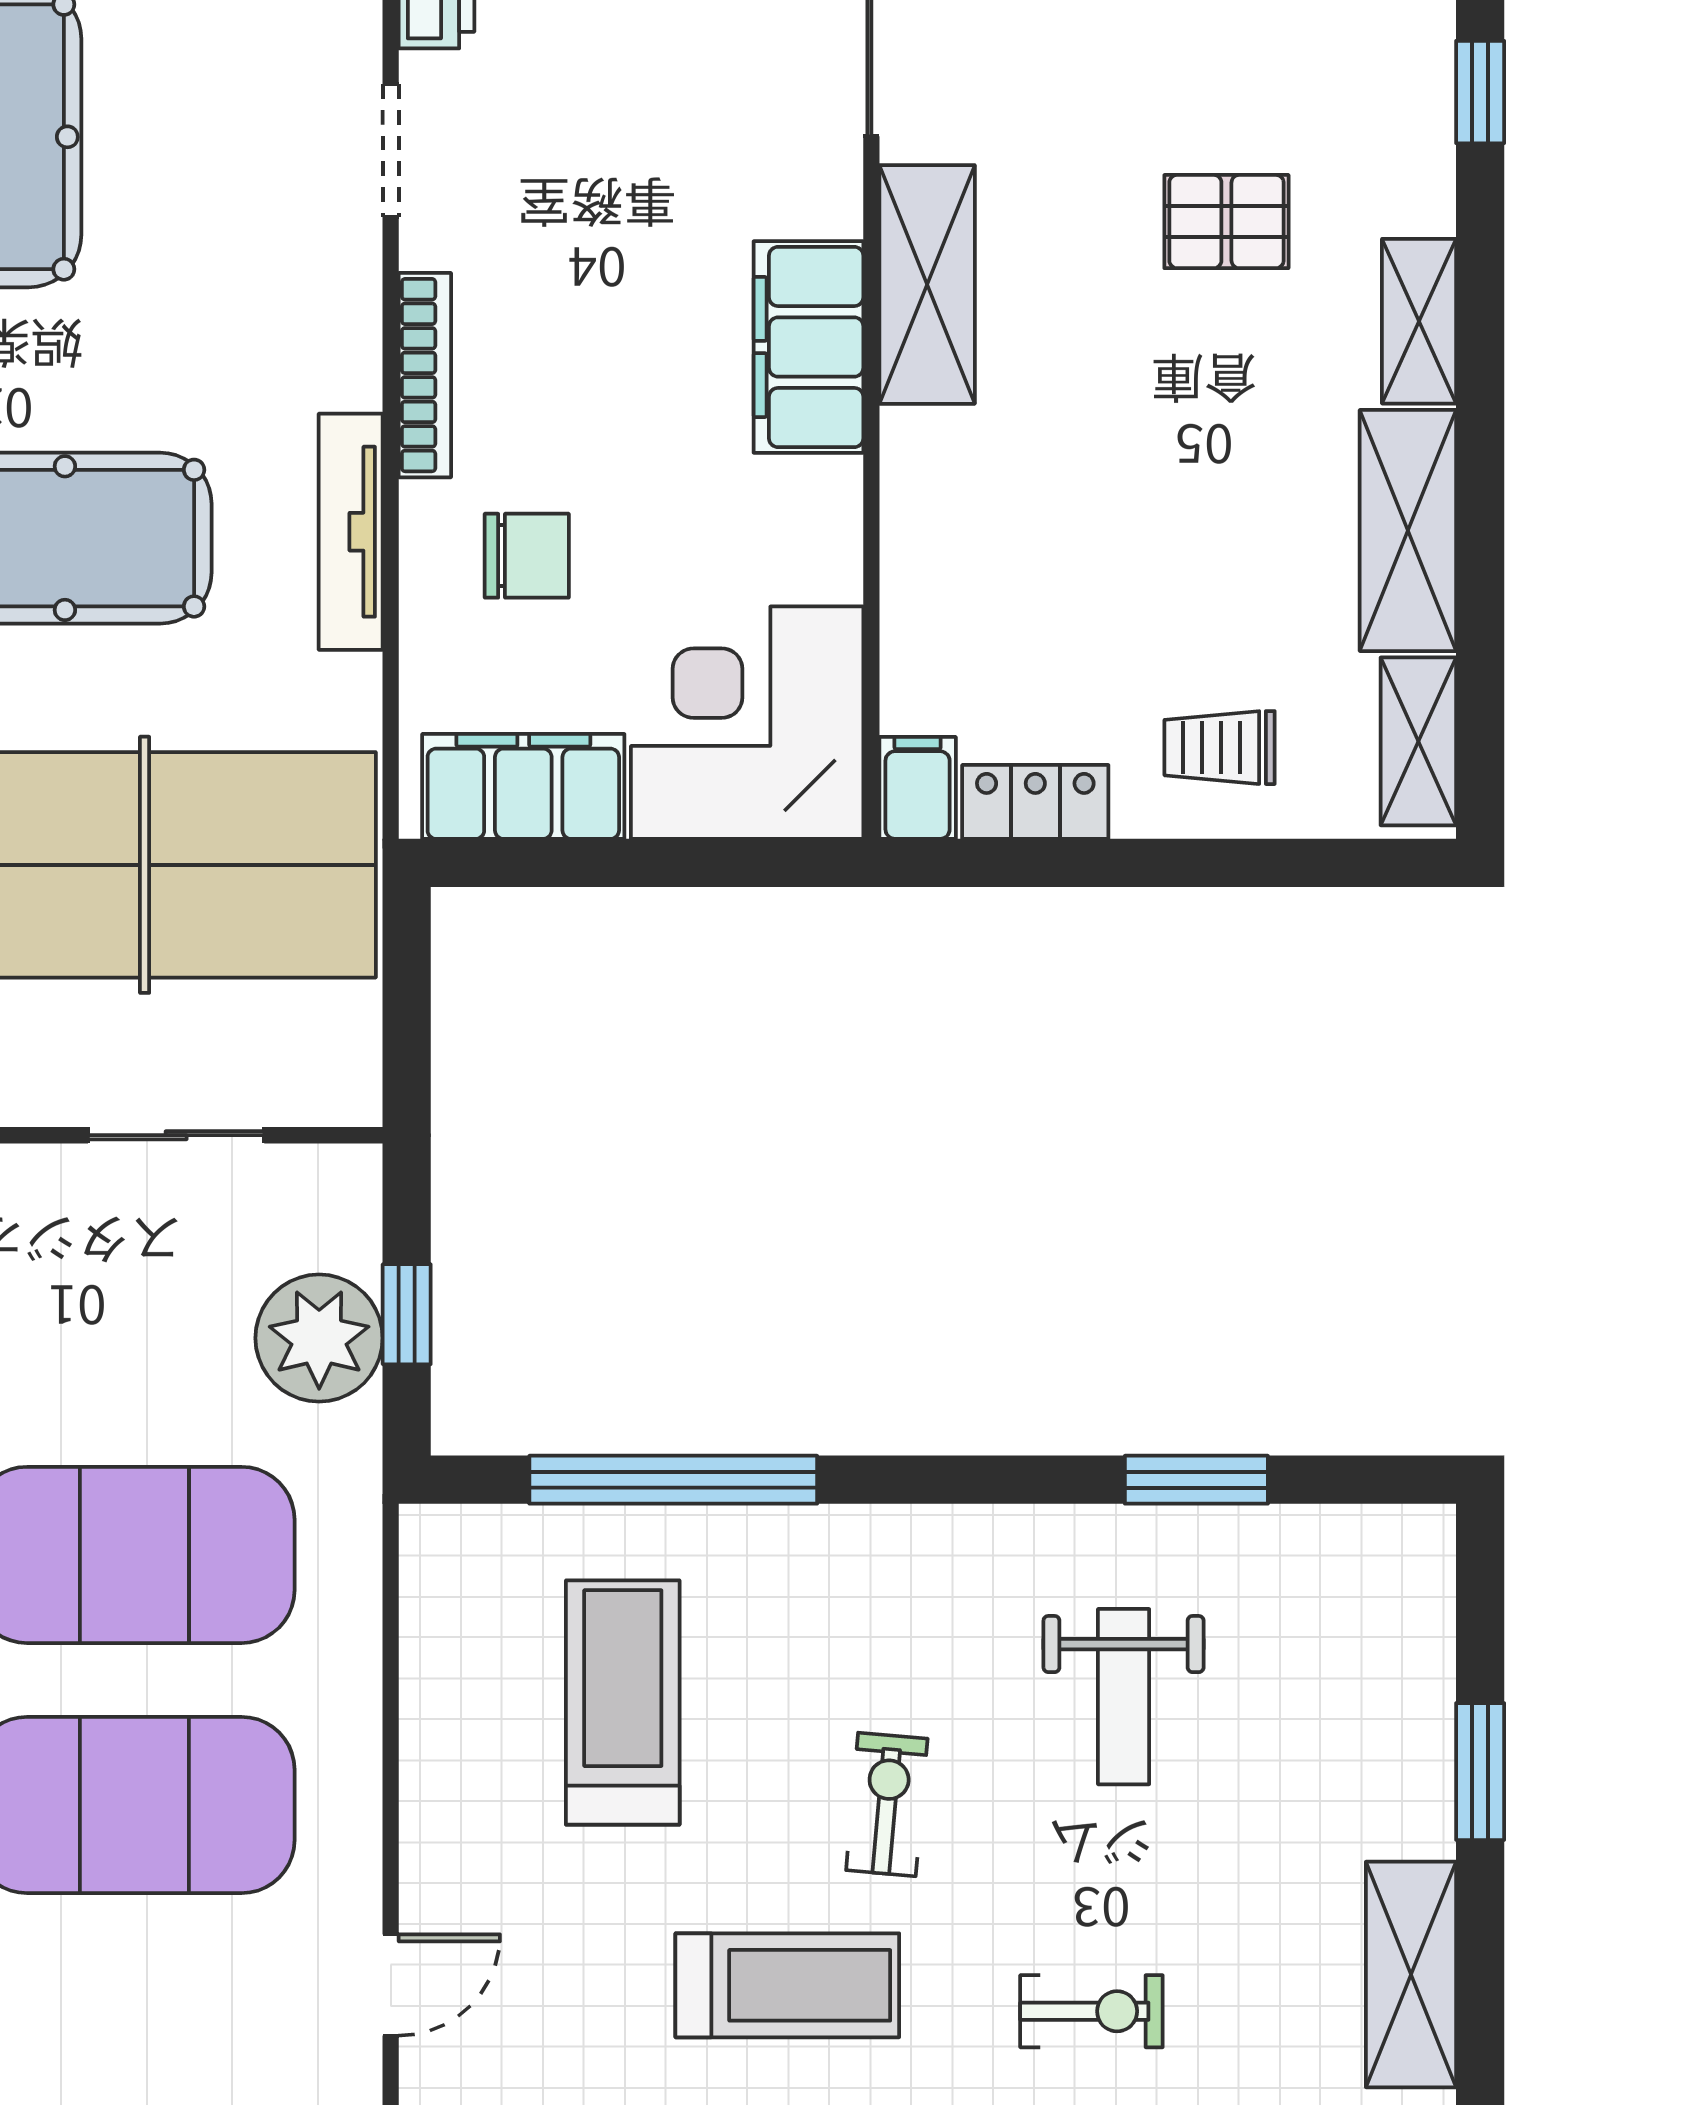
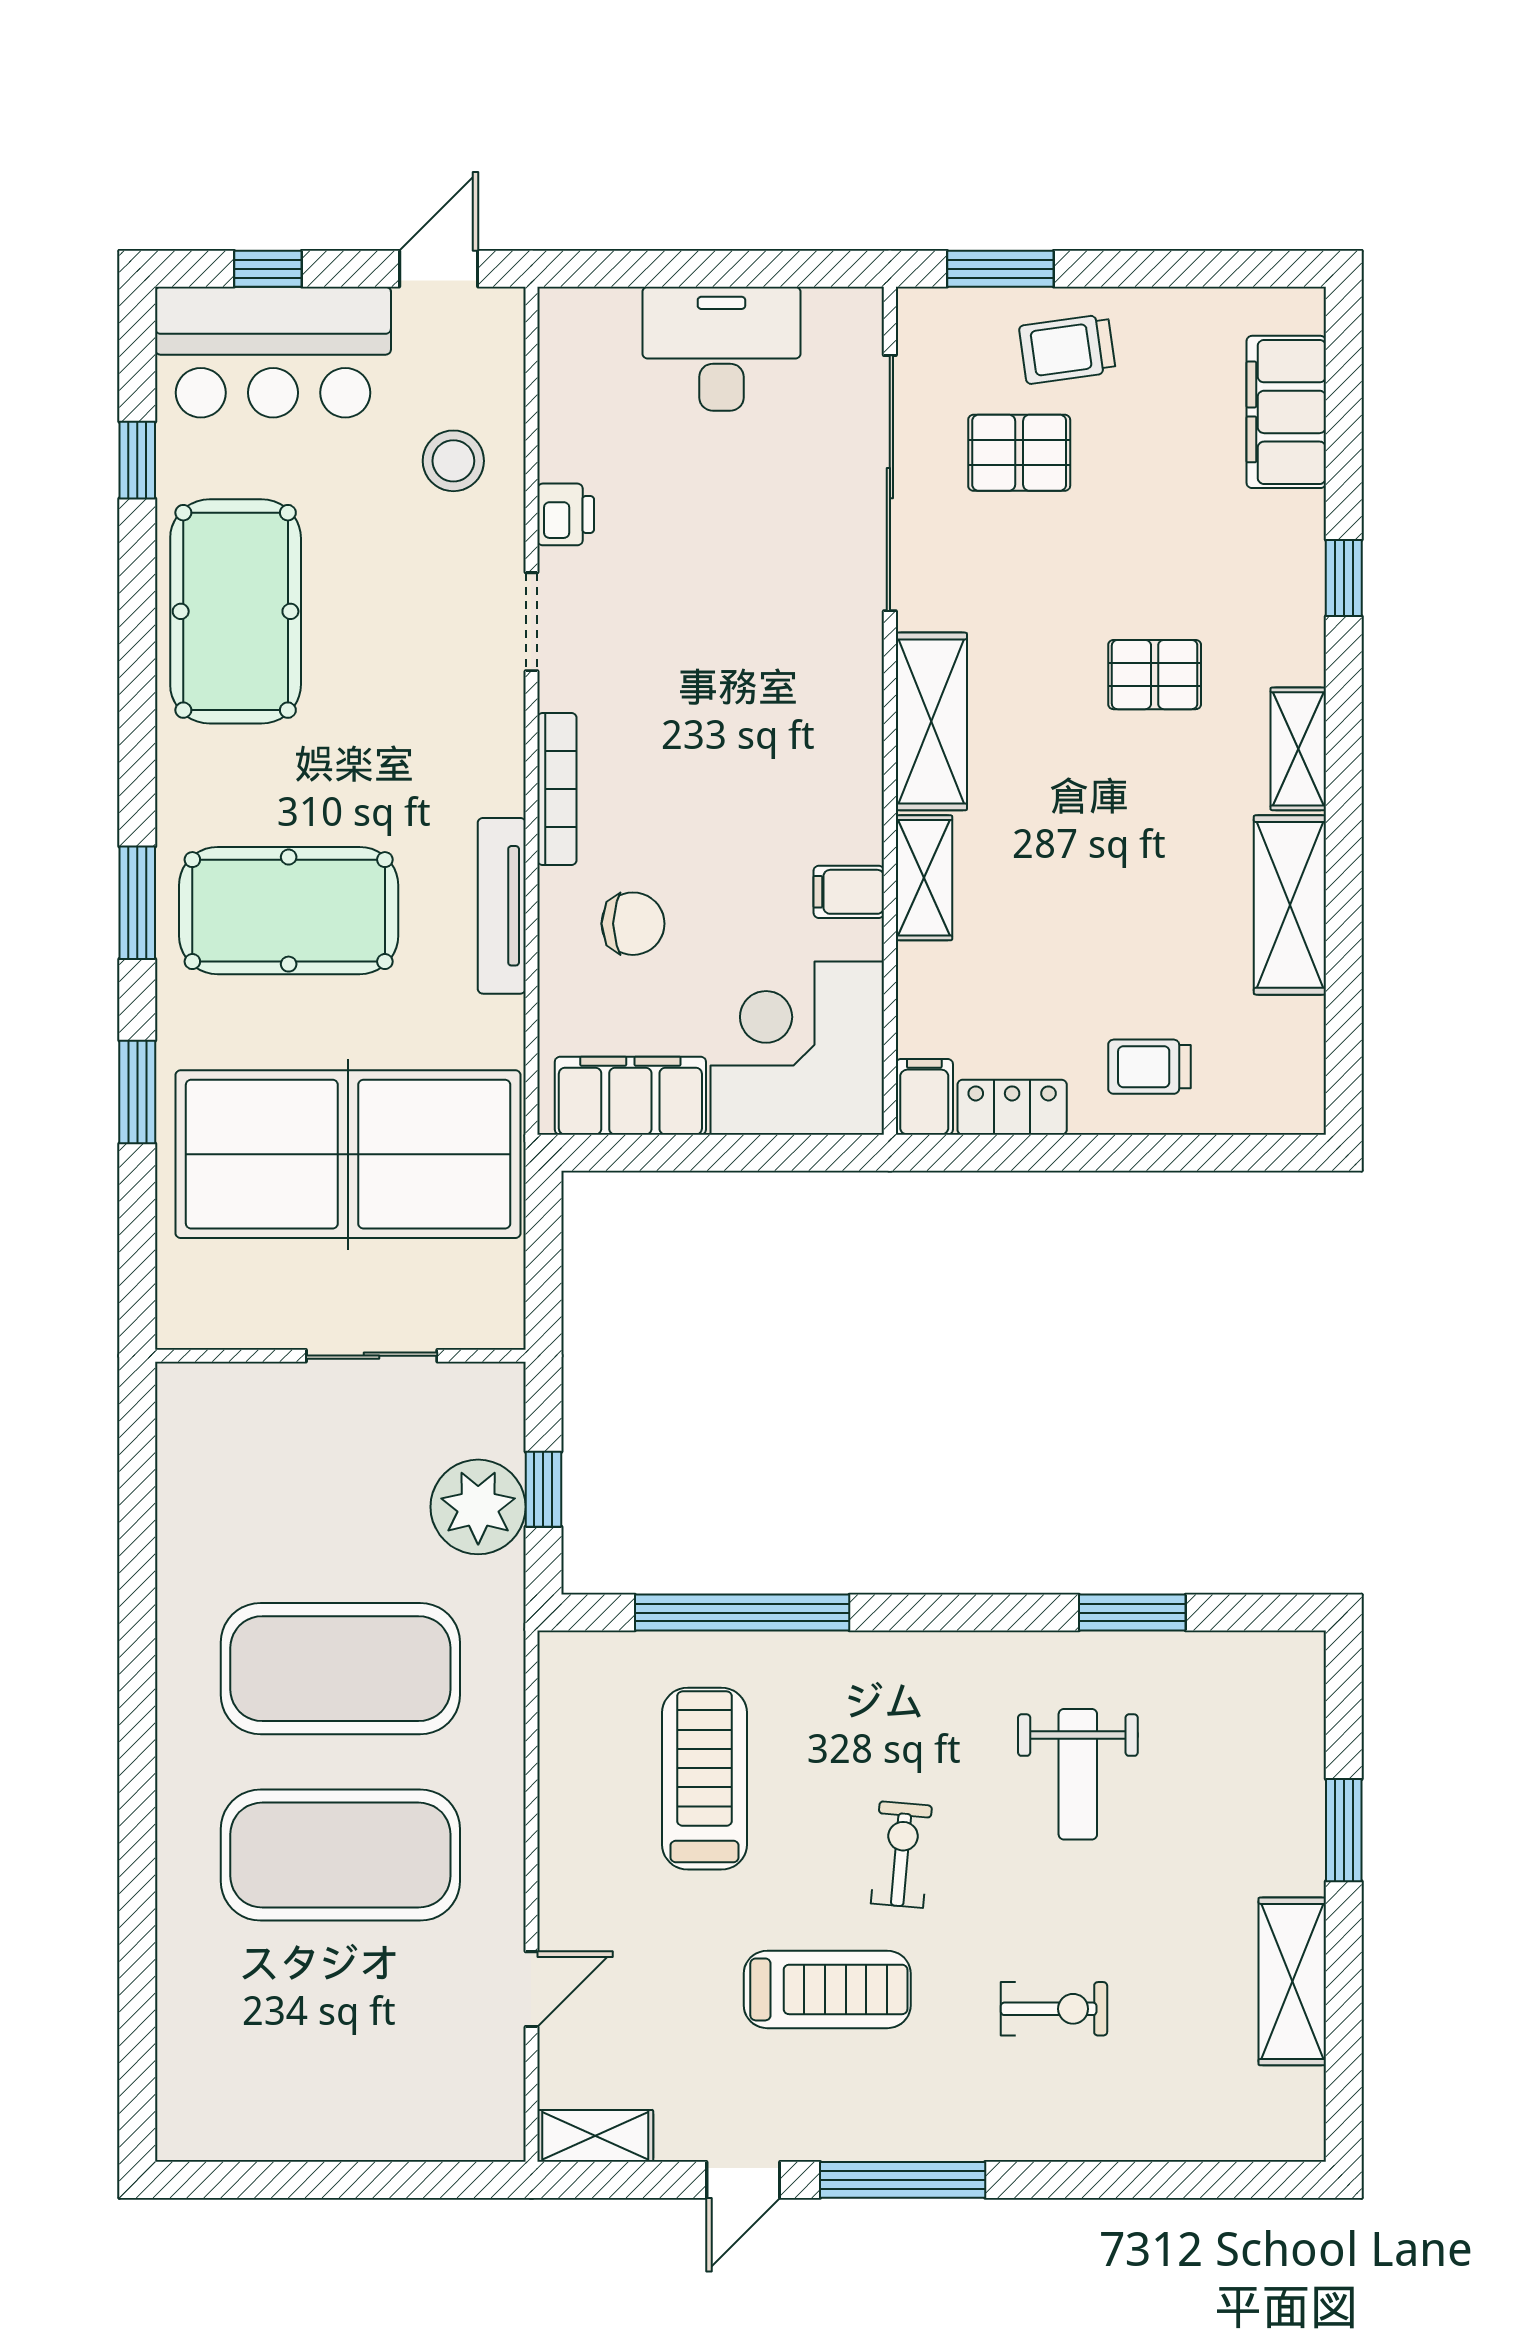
filing cabinet: (808, 347) -> (849, 892), moved, width x0.33, depth x0.86
shelving: (1418, 741) -> (924, 878), moved

